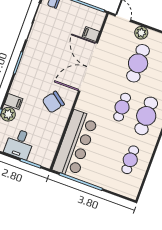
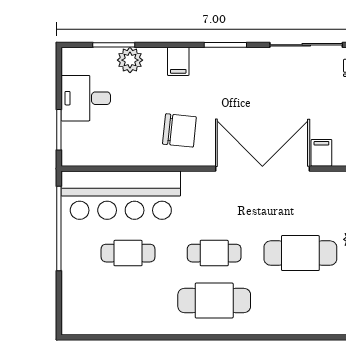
filing cabinet: (14, 102) -> (178, 61), moved
chair: (53, 102) -> (179, 130), turned 149
cafe table: (130, 160) -> (128, 253), moved

